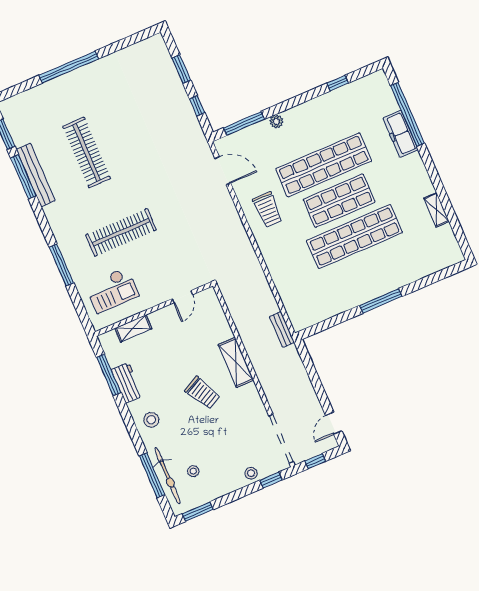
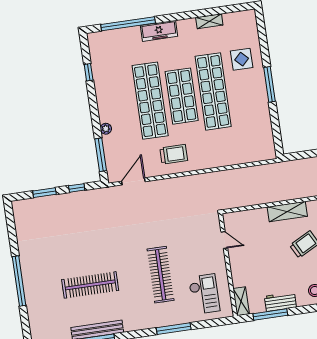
freezer: (401, 134) -> (159, 31), moved
display table: (402, 260) -> (242, 59), added
shelving: (133, 328) -> (241, 301), moved
bench: (282, 329) -> (271, 168), removed

